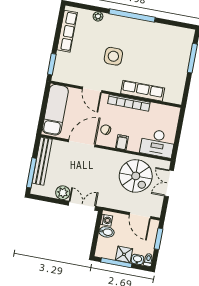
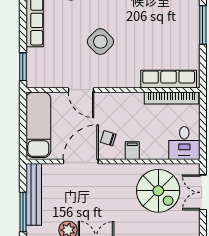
side table: (113, 56) -> (100, 42), turned 45
row of seats: (143, 91) -> (169, 79), moved
bookcase: (129, 103) -> (171, 98), moved
desk: (158, 143) -> (184, 143), width x0.73

